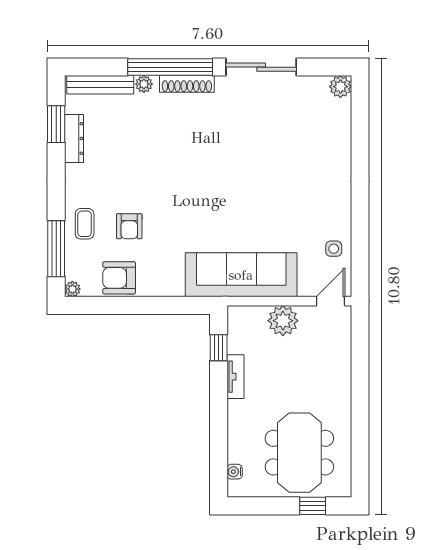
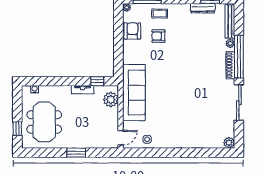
door: (331, 301) -> (121, 138), hinge flipped
plant: (283, 321) -> (111, 100), moved
window: (360, 389) -> (76, 153), added
meeting table: (299, 453) -> (44, 122), turned 90

